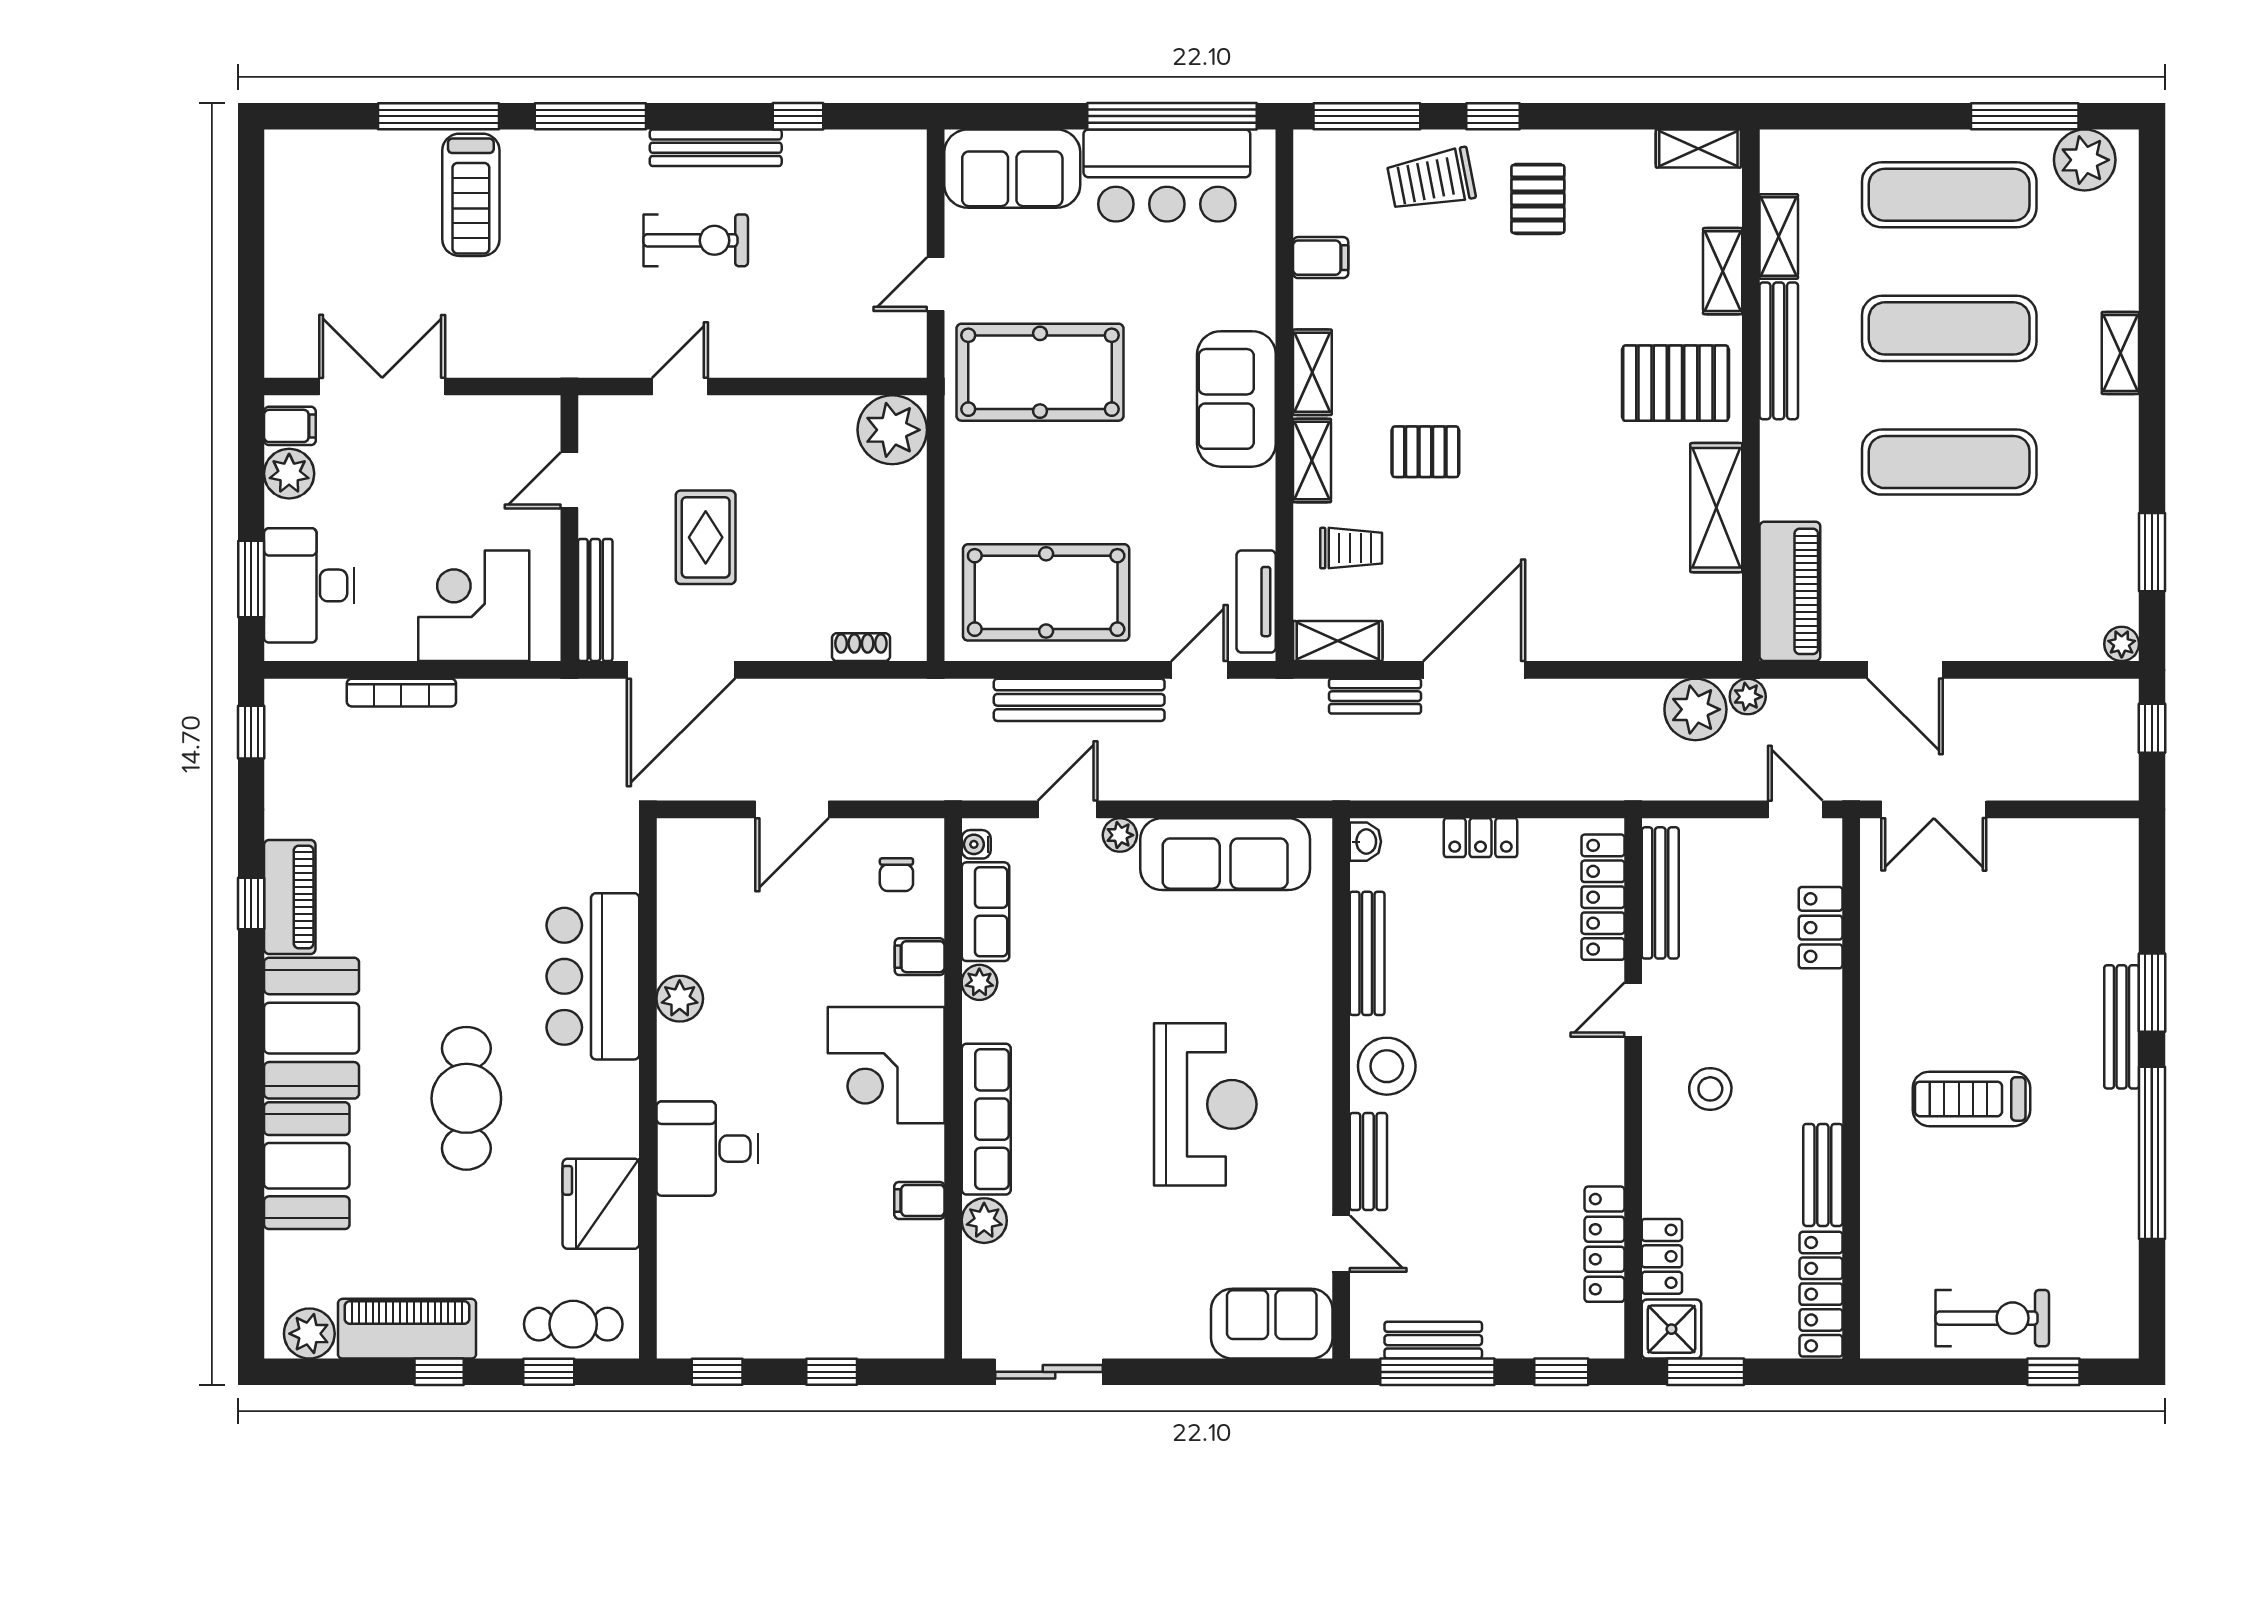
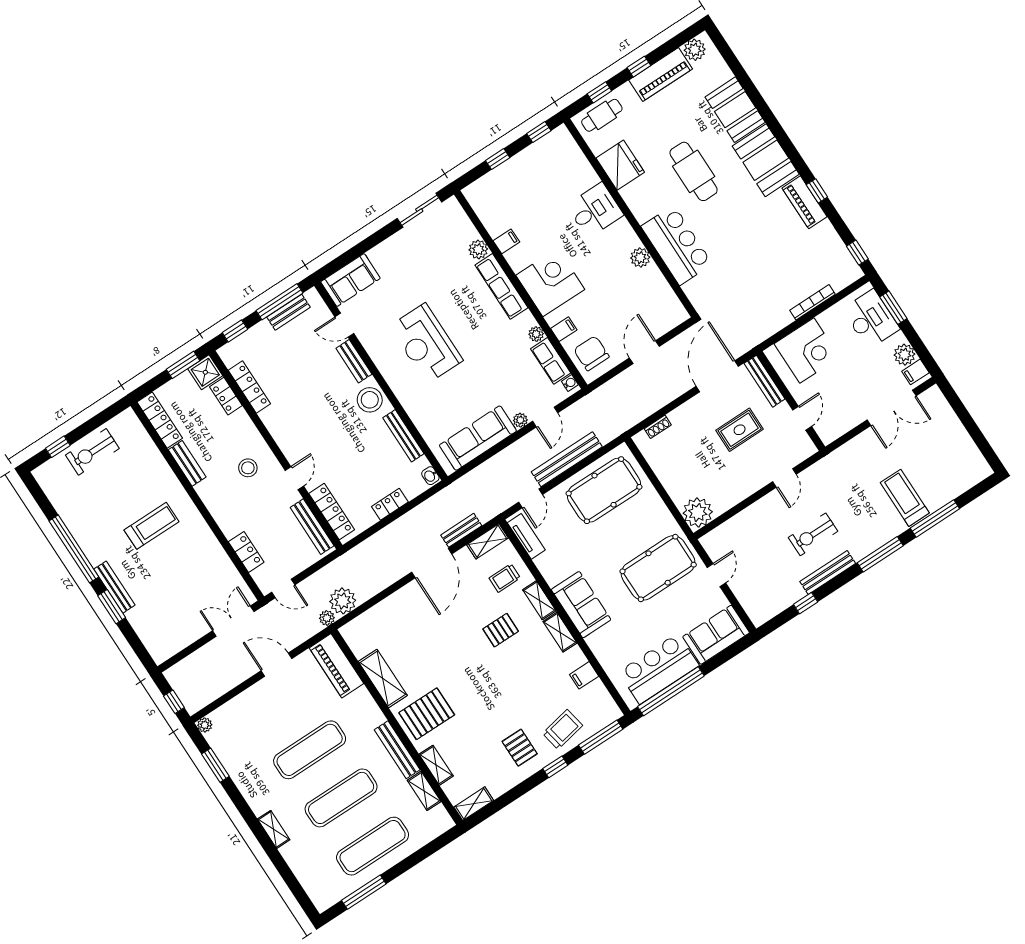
plant: (2085, 160) -> (332, 891), removed
rug: (706, 537) -> (740, 430), turned 90
chair: (896, 875) -> (591, 353), width x1.87, depth x1.87

